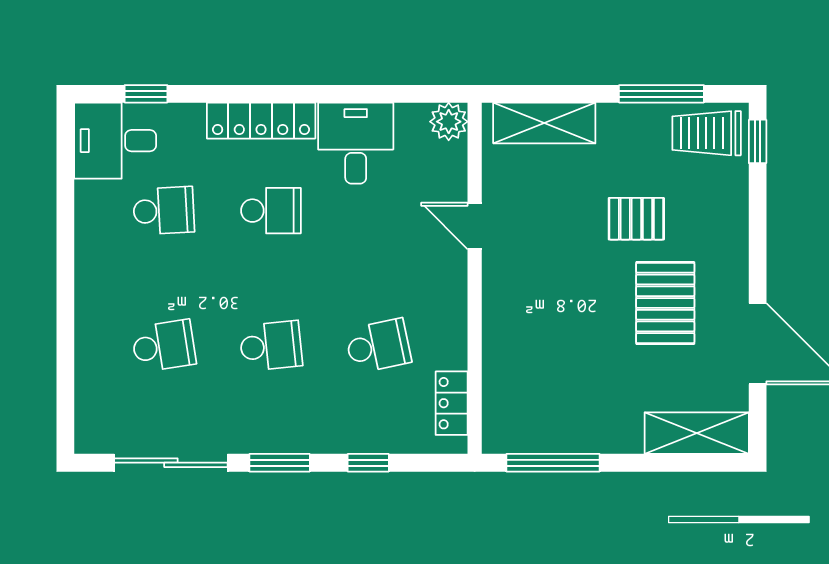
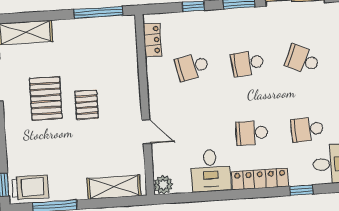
window: (146, 94) -> (301, 190), moved
pallet: (636, 219) -> (87, 105), moved, turned 90
school desk: (164, 346) -> (303, 60), turned 33

